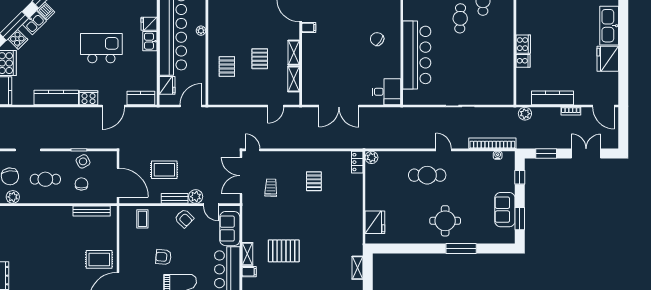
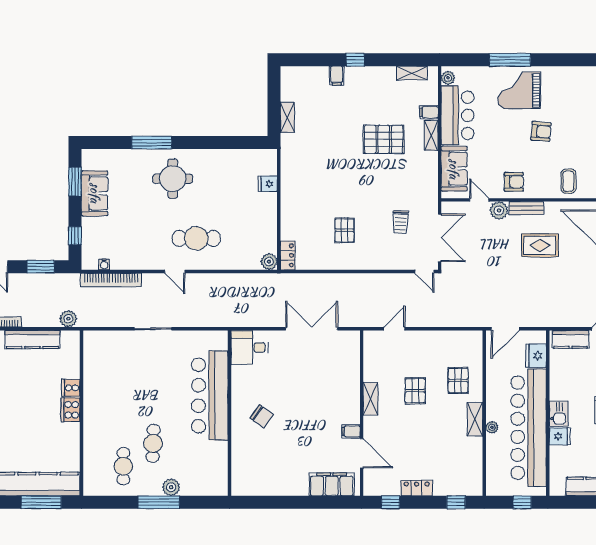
shelving: (294, 79) -> (475, 419), moved
armchair: (184, 218) -> (514, 182), turned 136
fridge: (375, 222) -> (268, 184), width x0.53, depth x0.75

